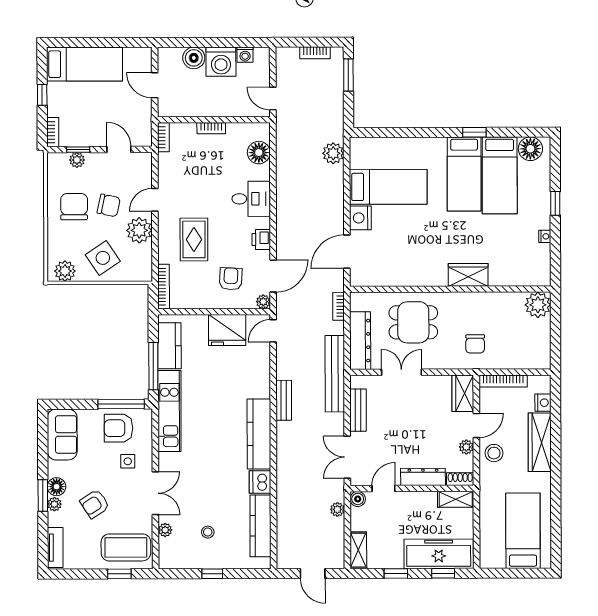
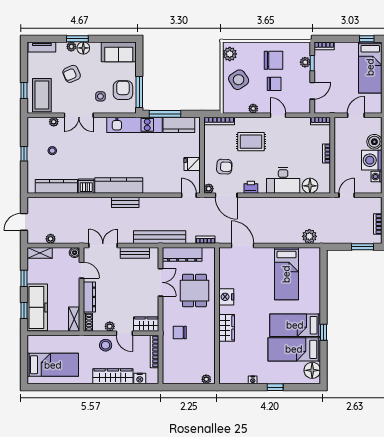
window: (42, 95) -> (367, 39), moved
desk: (251, 199) -> (283, 181), width x1.37
chair: (109, 205) -> (274, 84), turned -102
nightstand: (360, 218) -> (226, 297), moved, turned -90
plant: (139, 230) -> (253, 109), width x0.53, depth x0.53
plant: (538, 305) -> (206, 379), width x0.53, depth x0.53
fridge: (227, 330) -> (192, 164), width x0.53, depth x0.75
bench: (284, 400) -> (125, 202), moved
armchair: (95, 504) -> (72, 74), turned -80
plant: (337, 509) -> (51, 239), moved

